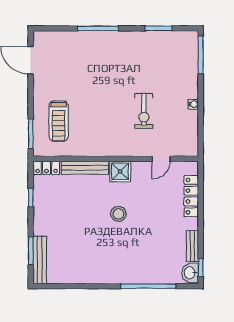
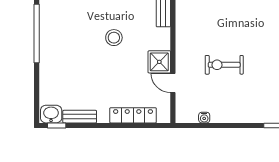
water cooler: (193, 104) -> (204, 118), moved
shower: (120, 171) -> (159, 62), moved
window: (148, 286) -> (37, 33), moved

